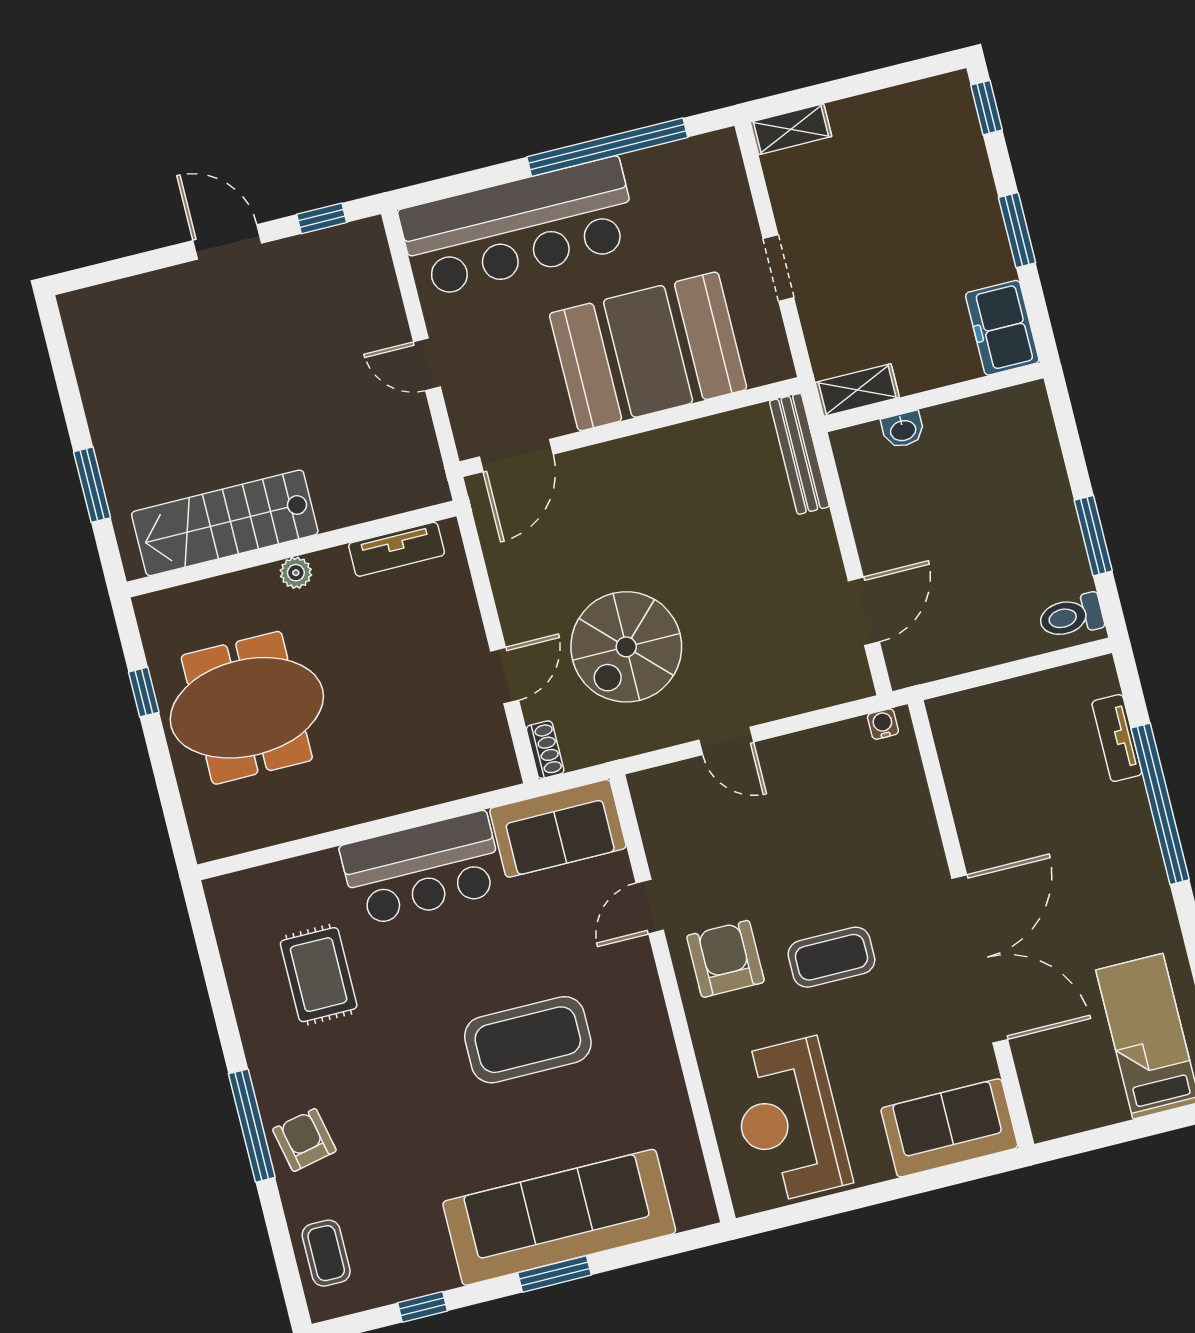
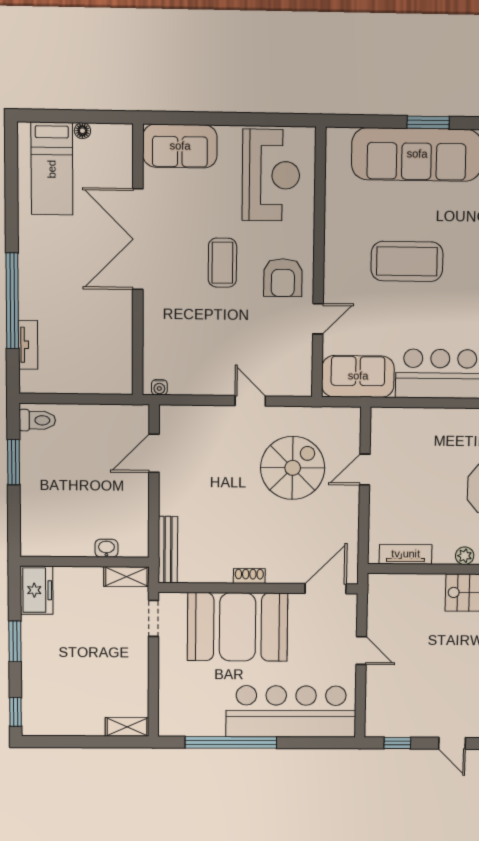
door: (227, 242) -> (452, 743), width x0.73
doorway: (778, 268) -> (154, 618), moved
shoe rack: (545, 750) -> (249, 576), moved, turned 90
coffee table: (831, 957) -> (222, 263), turned 90
floor lamp: (1114, 1110) -> (82, 131), added

